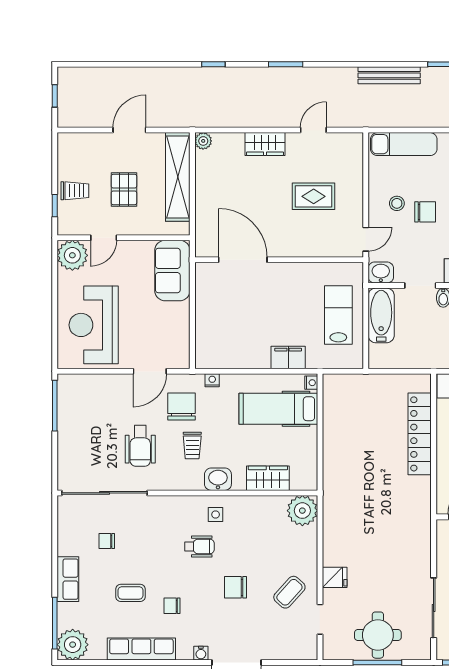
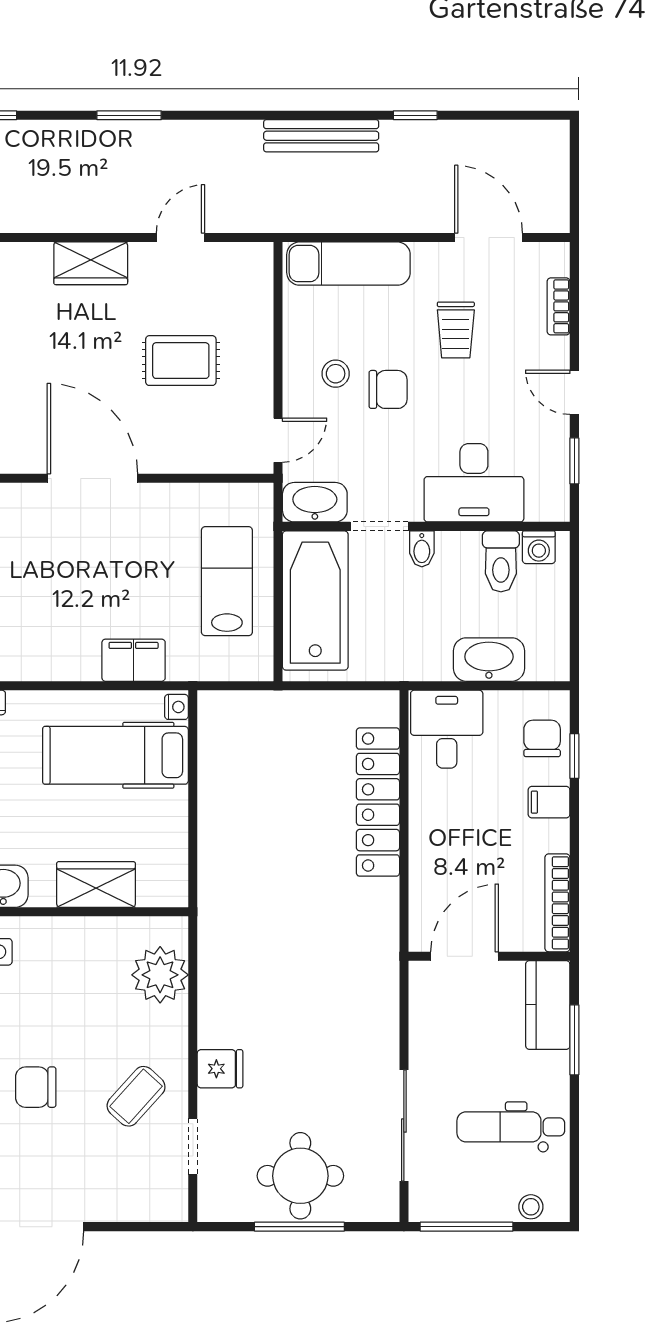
door: (243, 260) -> (92, 478), moved
washbasin: (381, 273) -> (315, 502), width x1.38
bathtub: (381, 315) -> (315, 601), width x1.36, depth x1.36
plant: (302, 511) -> (160, 975), moved

